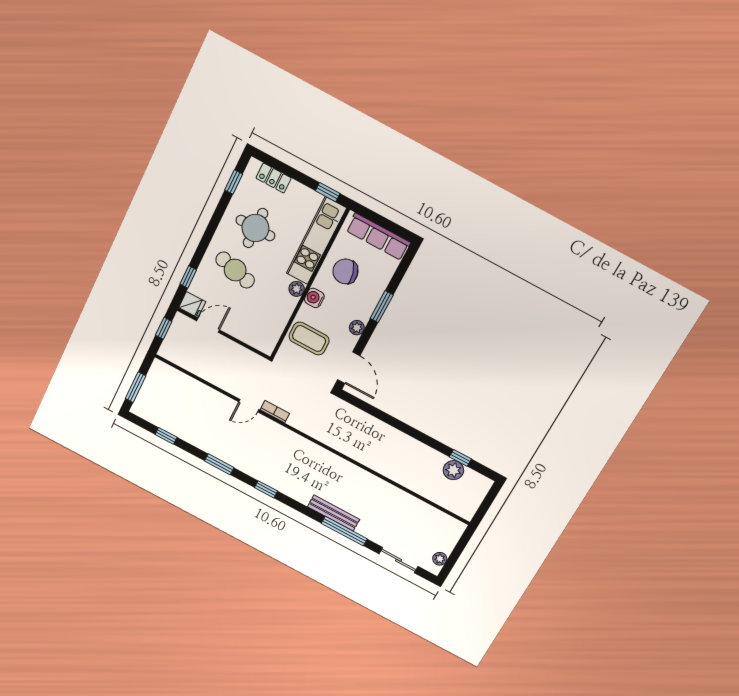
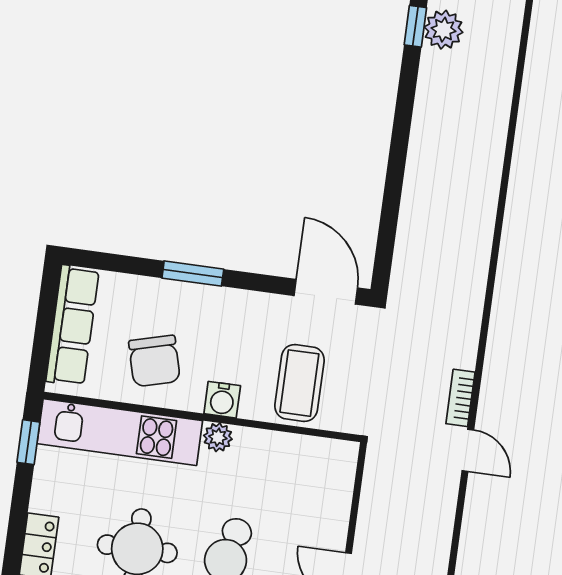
plant: (357, 328) -> (247, 304), removed
door: (349, 368) -> (326, 292), hinge flipped

